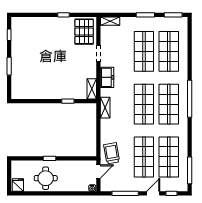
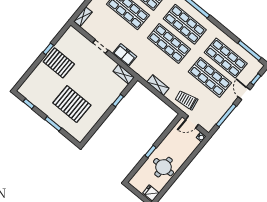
pallet: (84, 32) -> (59, 63), moved
pallet: (36, 68) -> (72, 104), added
shelving: (105, 108) -> (158, 85), moved
door: (98, 172) -> (192, 122), swing flipped

